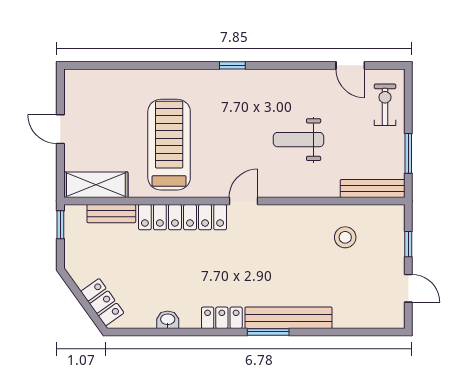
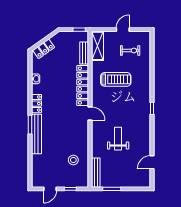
exercise bike: (385, 105) -> (130, 50), moved
treadmill: (169, 145) -> (116, 79), width x0.73, depth x0.73

